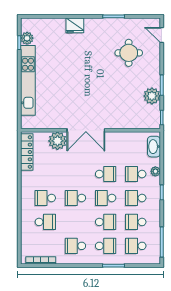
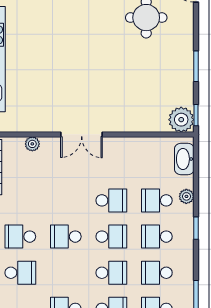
plant: (152, 96) -> (181, 120), moved
double door: (86, 130) -> (82, 134), width x0.73
plant: (57, 141) -> (32, 144), width x0.53, depth x0.53
school desk: (106, 198) -> (111, 237), turned 180

